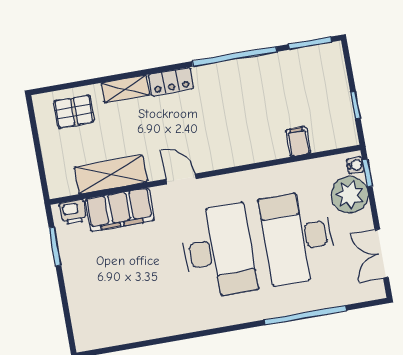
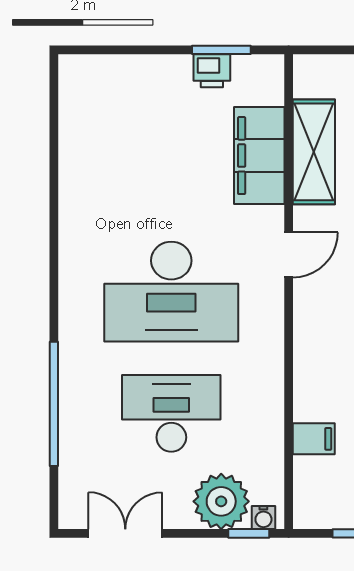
printer: (73, 212) -> (212, 71), moved, turned -90
desk: (298, 237) -> (171, 413), width x0.73, depth x0.77

